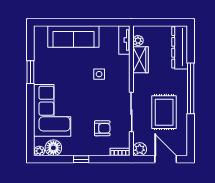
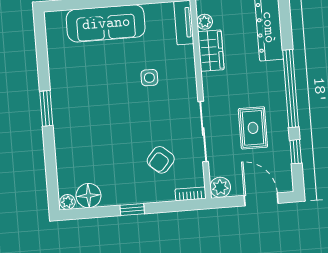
window: (30, 72) -> (46, 108), moved
corner sofa: (52, 110) -> (82, 138), removed
rug: (164, 112) -> (253, 128), width x0.73, depth x0.70
armchair: (102, 128) -> (161, 160), turned 131
window: (191, 130) -> (296, 152), added

